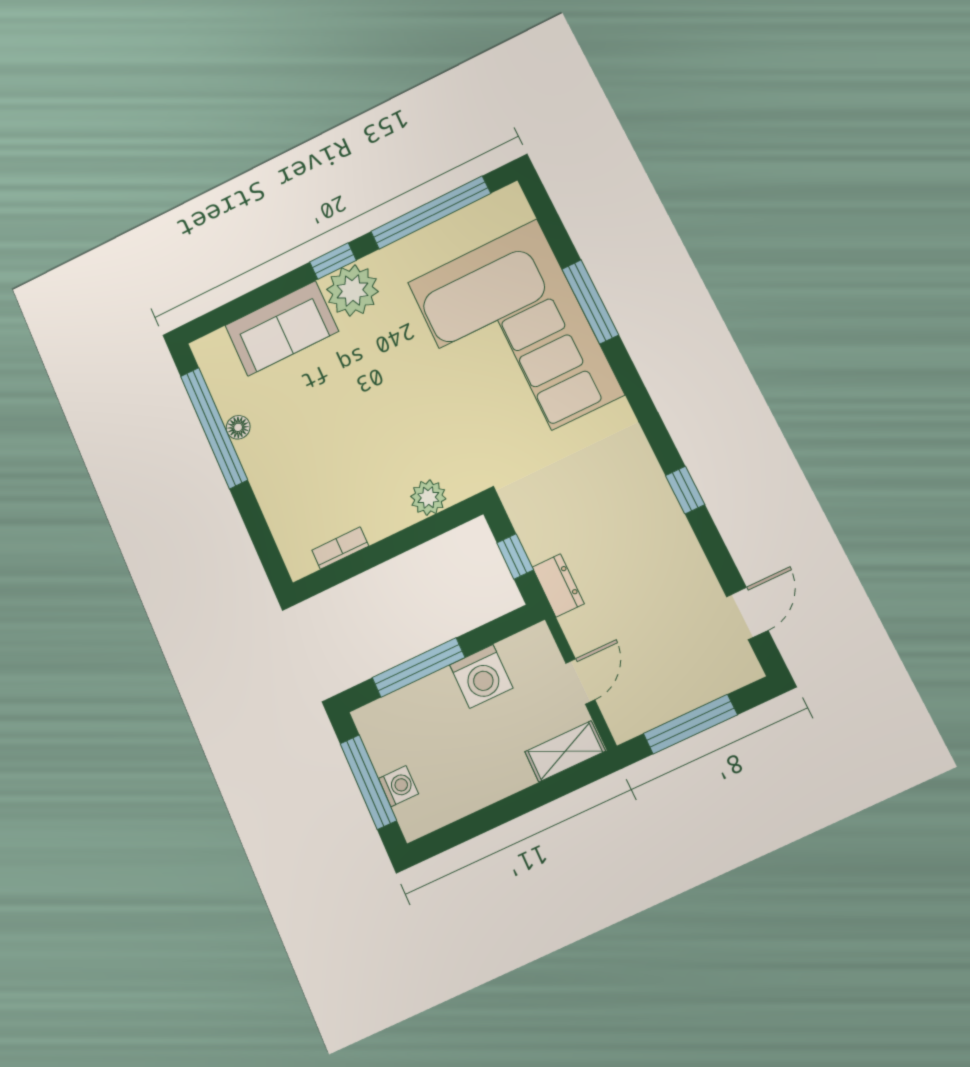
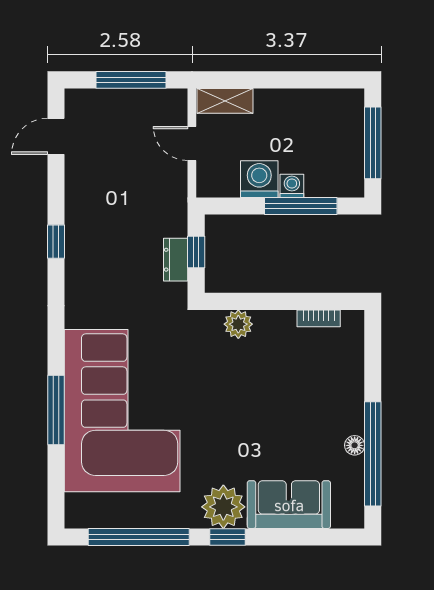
dresser: (558, 585) -> (176, 260), moved
door: (580, 681) -> (192, 143), hinge flipped
washing machine: (398, 786) -> (292, 186), moved, turned 90

